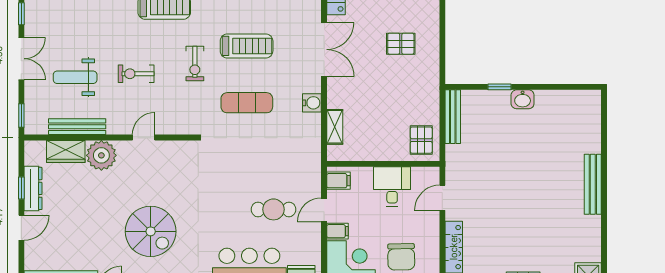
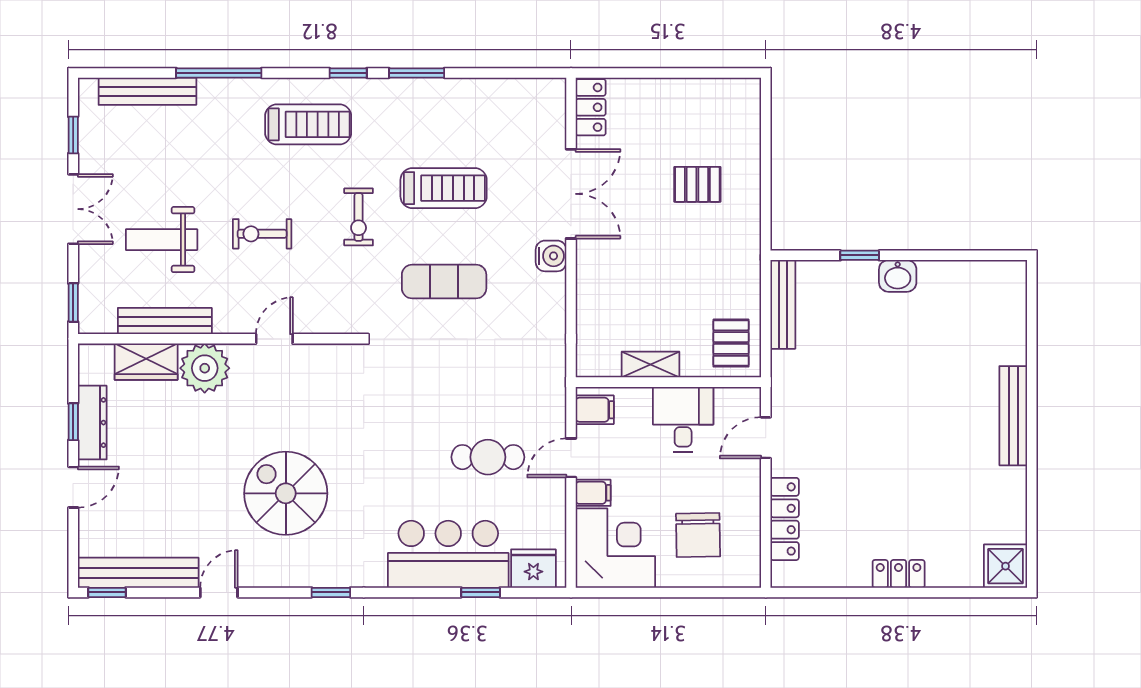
water cooler: (312, 103) -> (551, 256), moved
shelving: (335, 127) -> (651, 365), moved, turned 90
spiral stairs: (151, 231) -> (286, 493), turned 180

